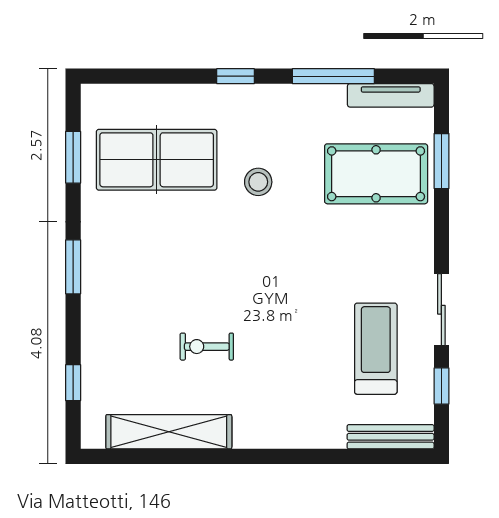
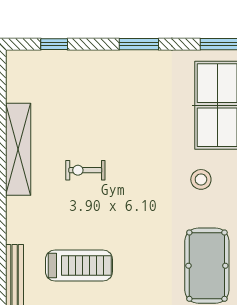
exercise bike: (207, 347) -> (85, 170), moved, turned -90
shelving: (169, 432) -> (18, 149), moved

